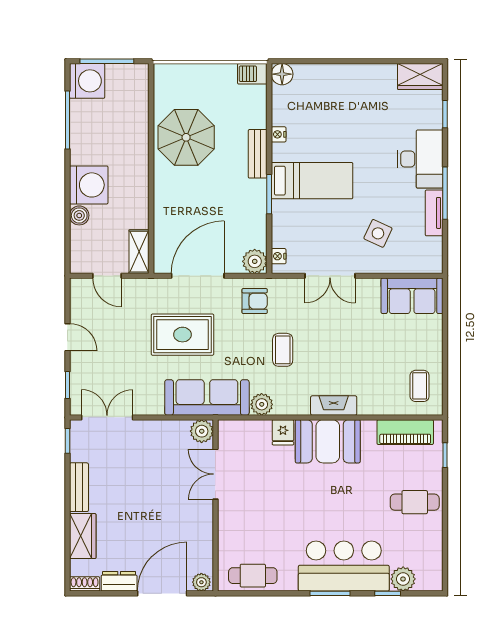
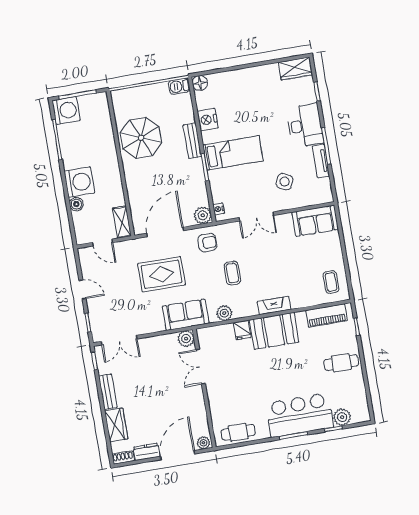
nightstand: (279, 134) -> (208, 120), width x1.89, depth x1.79
sofa: (207, 397) -> (186, 315), width x0.73
double door: (107, 417) -> (119, 340), swing flipped

